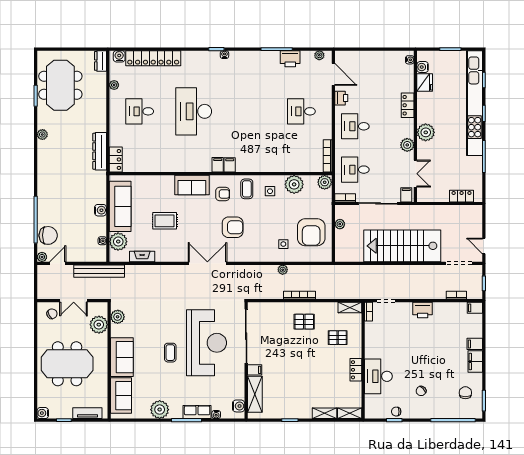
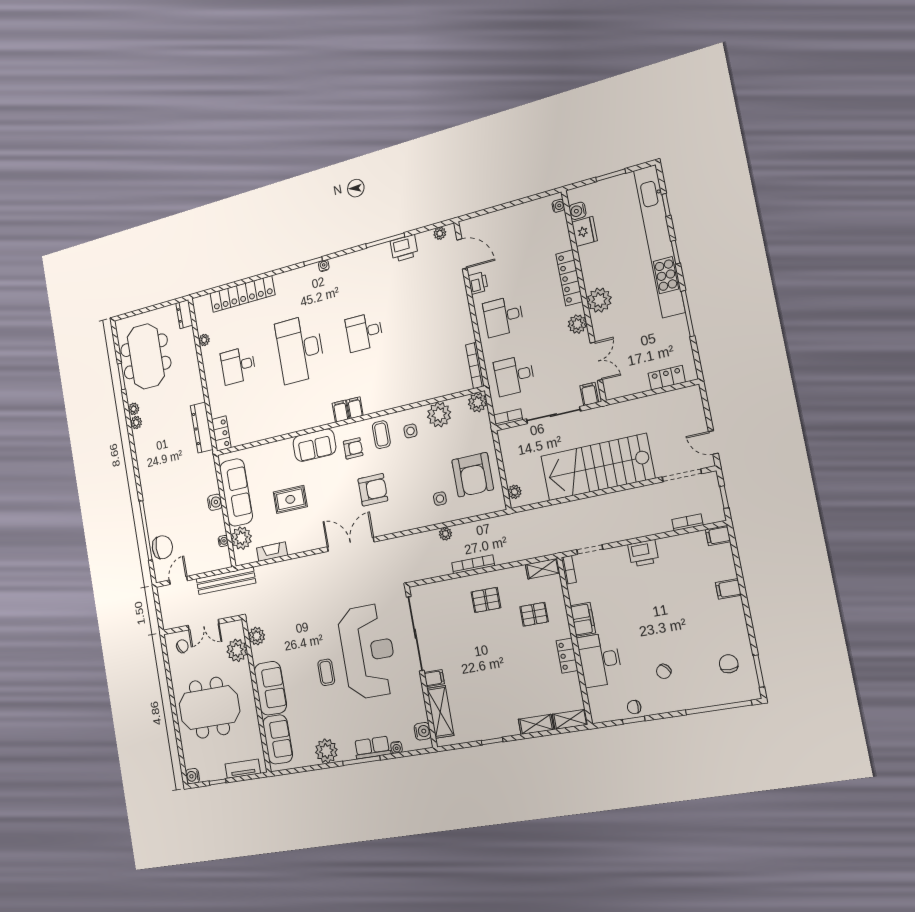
water cooler: (119, 56) -> (204, 303), removed
locker: (408, 105) -> (569, 278), width x1.53
desk: (301, 111) -> (364, 332), moved
plant: (340, 224) -> (515, 492), moved
plant: (42, 257) -> (134, 409), moved
filing cabinet: (475, 362) -> (583, 619), moved, turned 180

